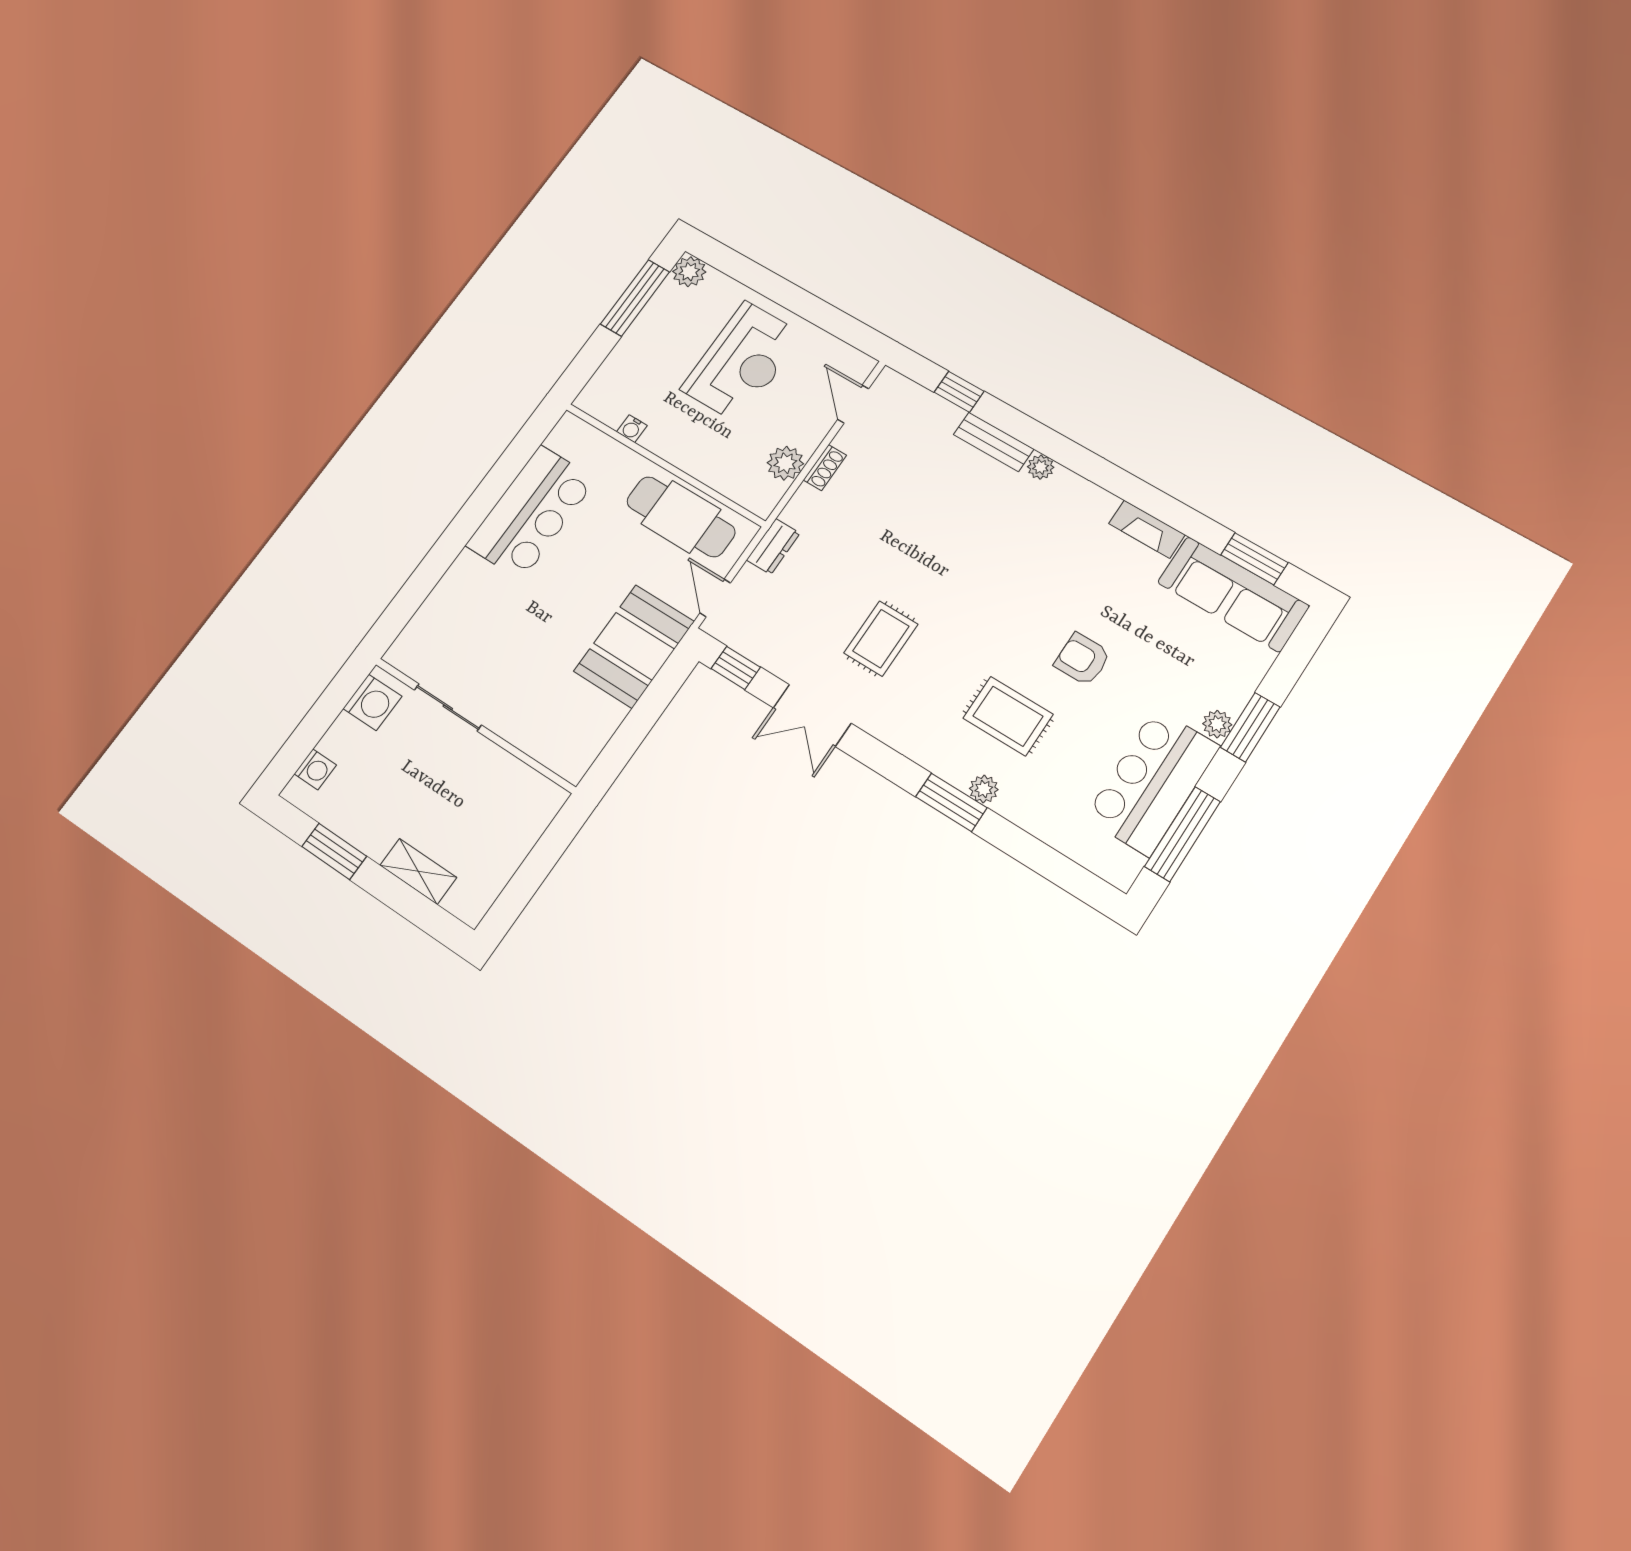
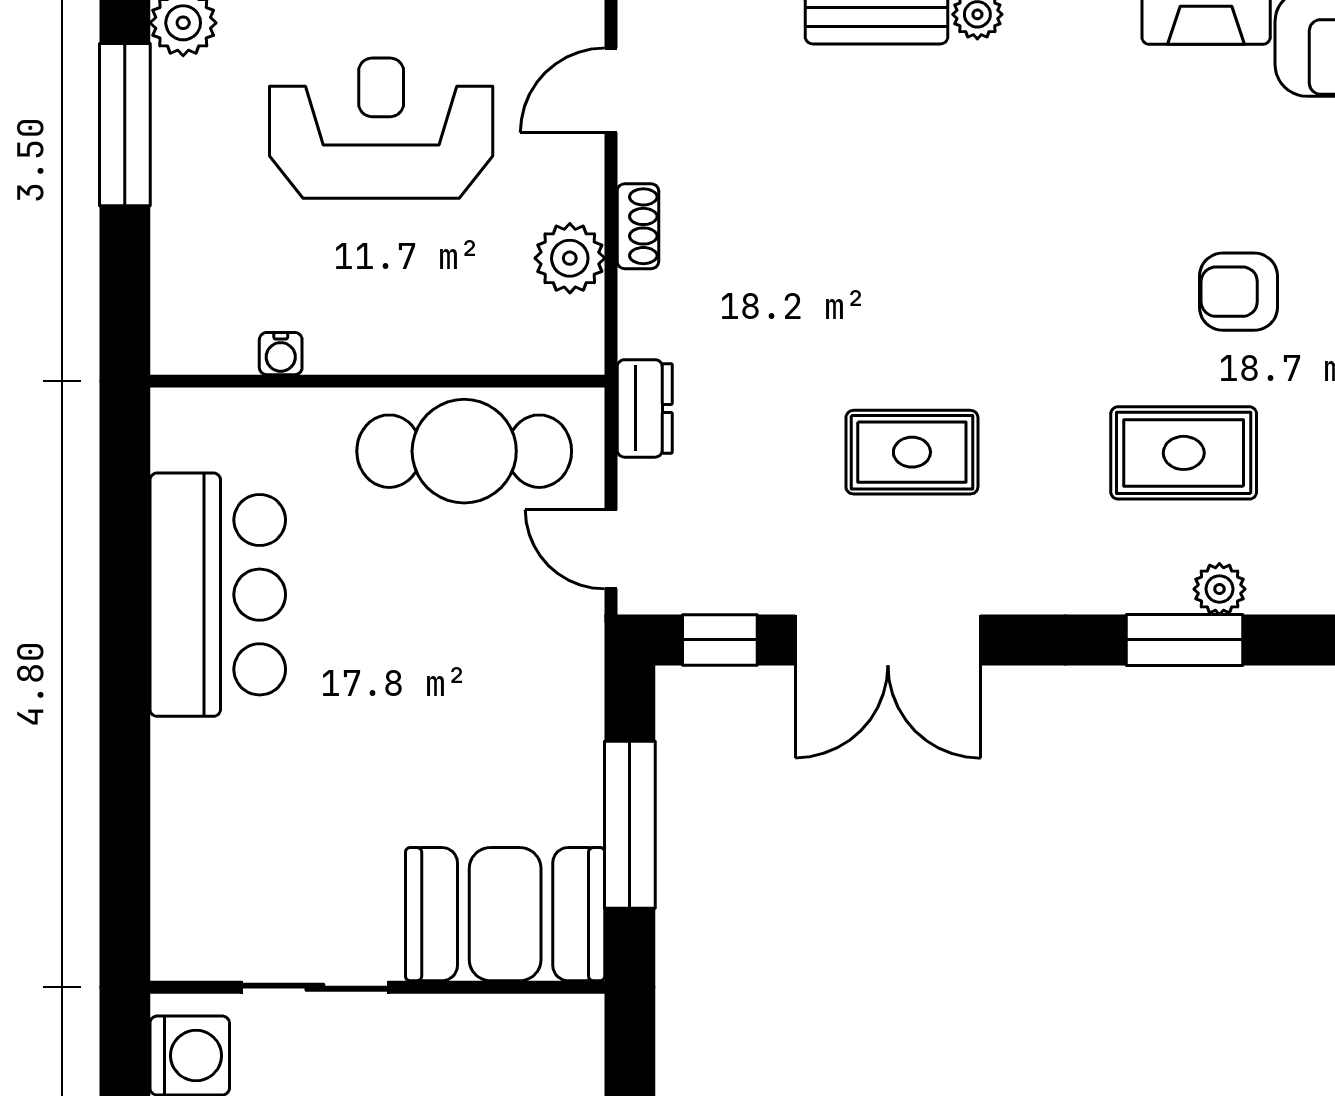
reception desk: (742, 362) -> (381, 128), turned -90
door: (853, 404) -> (611, 90), hinge flipped
rug: (881, 639) -> (912, 452), turned 90
booth: (634, 646) -> (505, 914), moved, turned 90
double door: (812, 715) -> (888, 640), width x1.37
window: (637, 725) -> (630, 825), added

